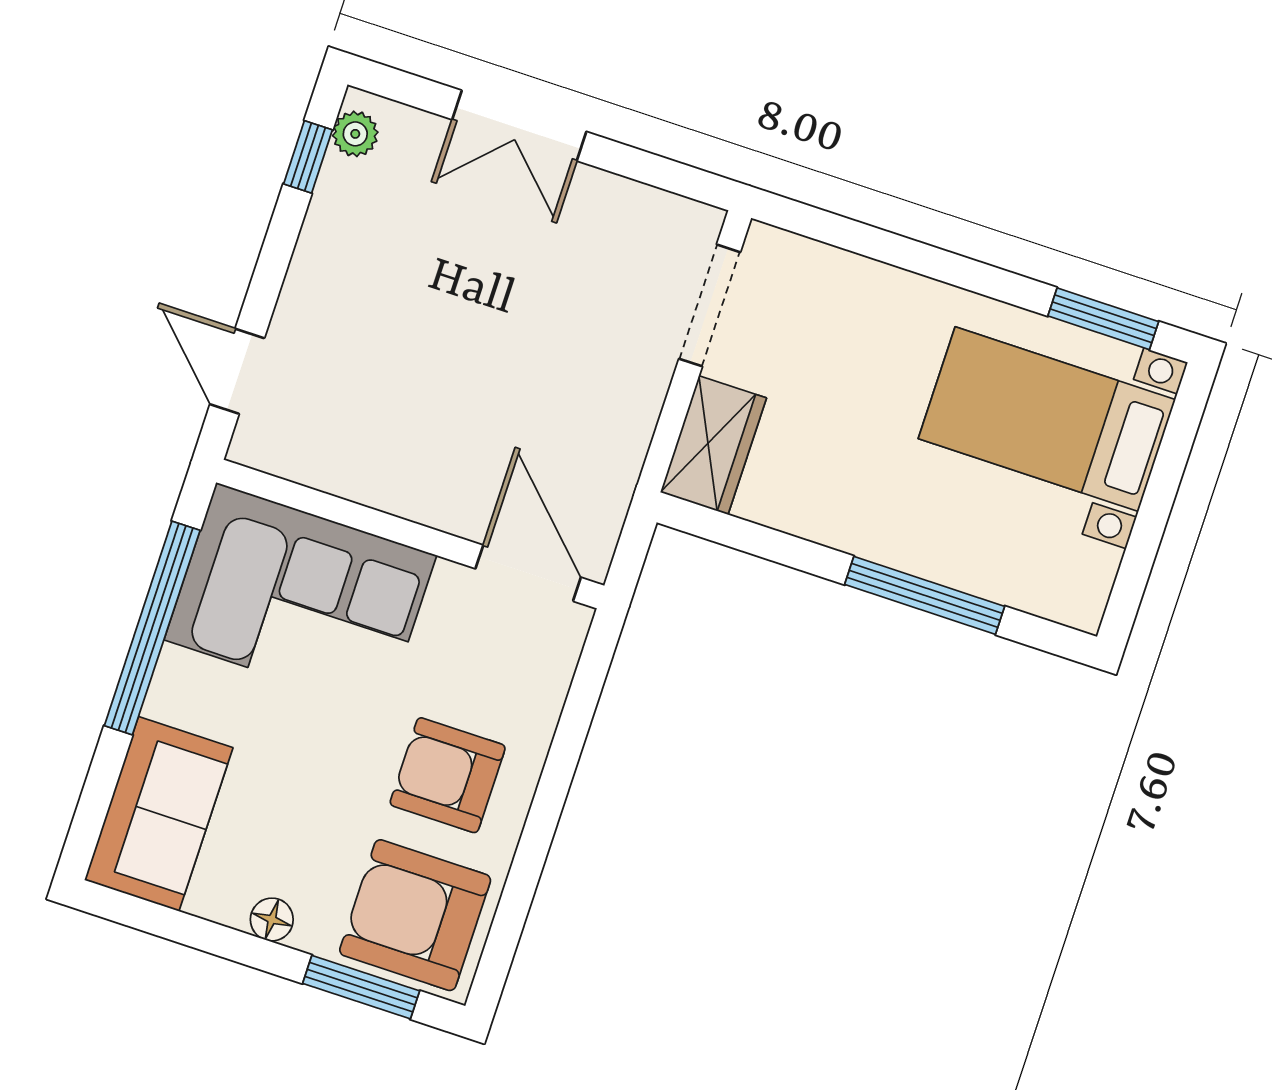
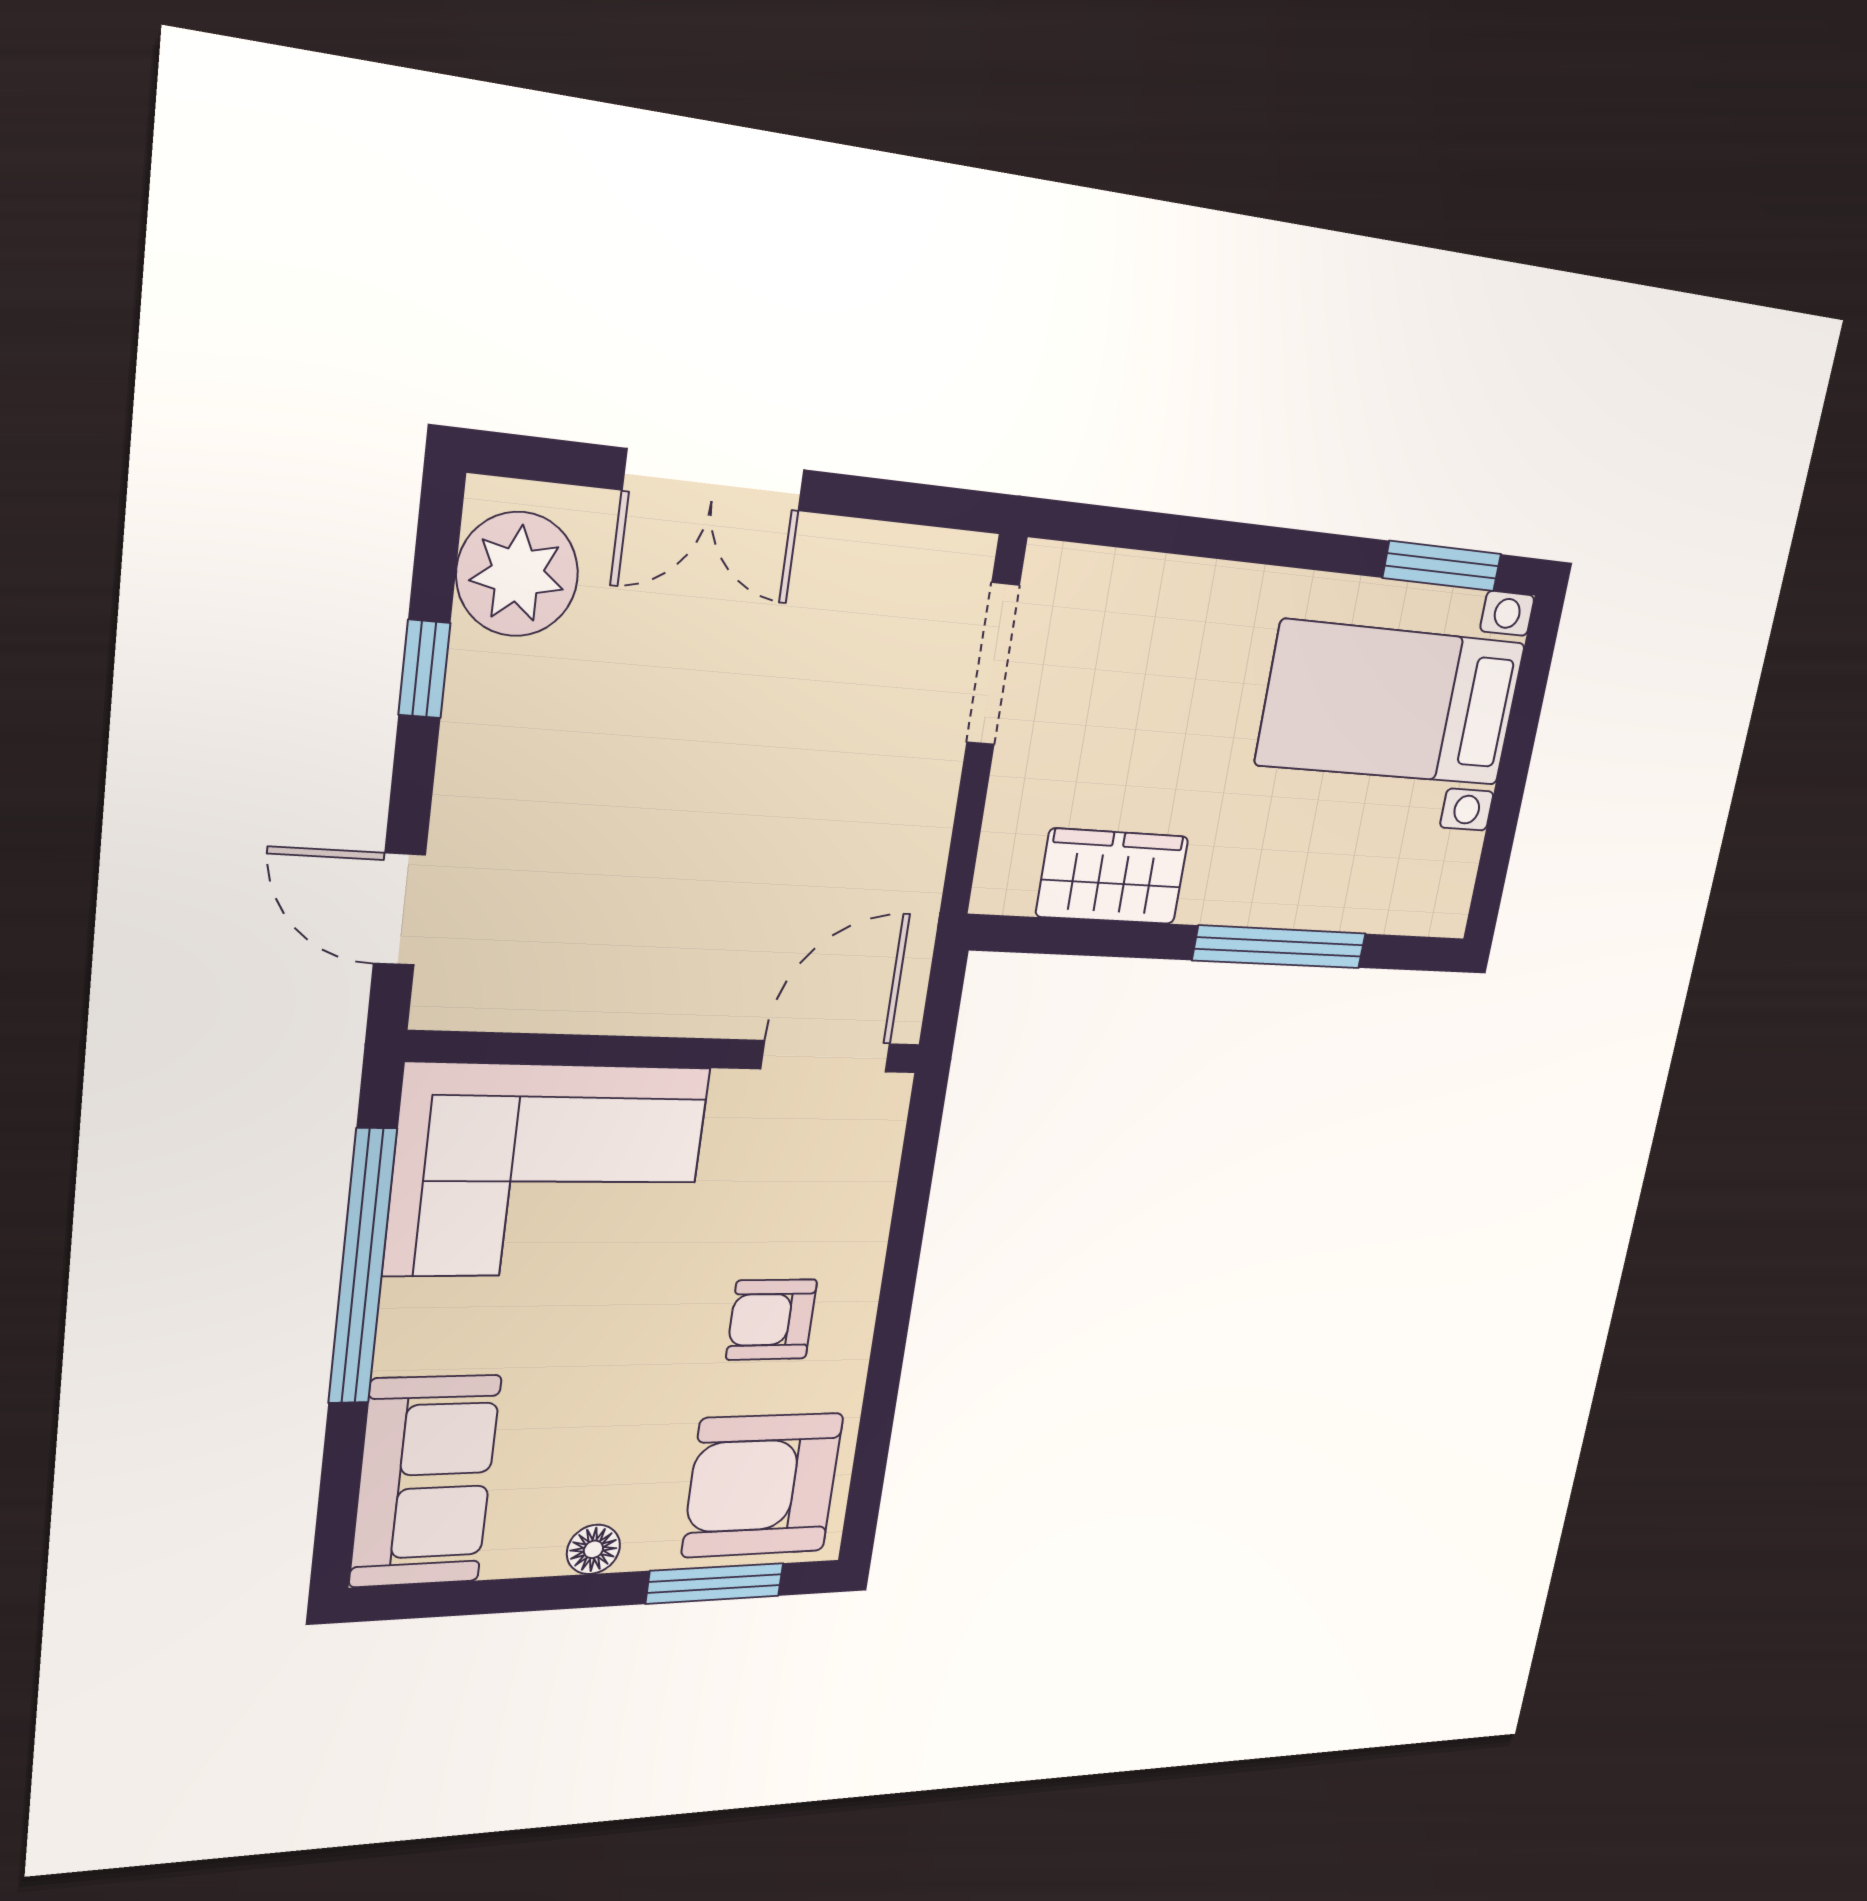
plant: (355, 134) -> (517, 574), width x1.87, depth x1.87
window: (308, 157) -> (424, 669), moved
wardrobe: (713, 445) -> (1112, 876), moved, turned -90
door: (528, 573) -> (826, 1056), hinge flipped
armchair: (448, 775) -> (772, 1320), width x0.72, depth x0.72

